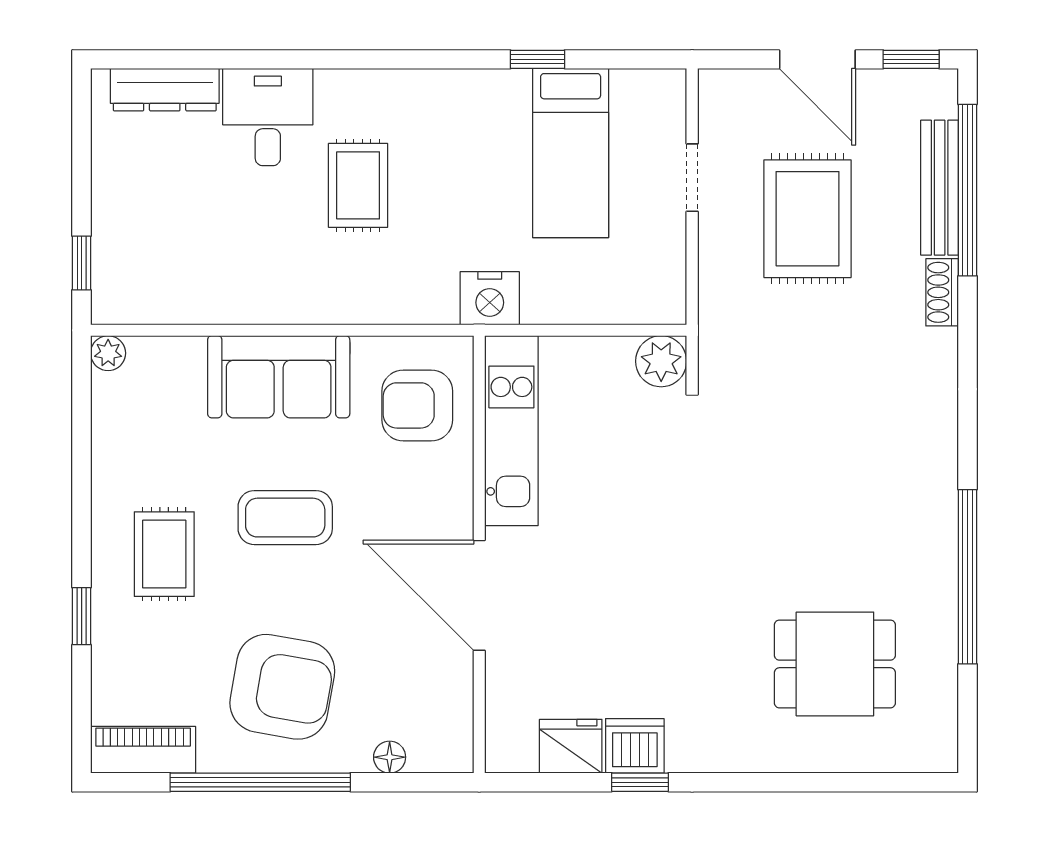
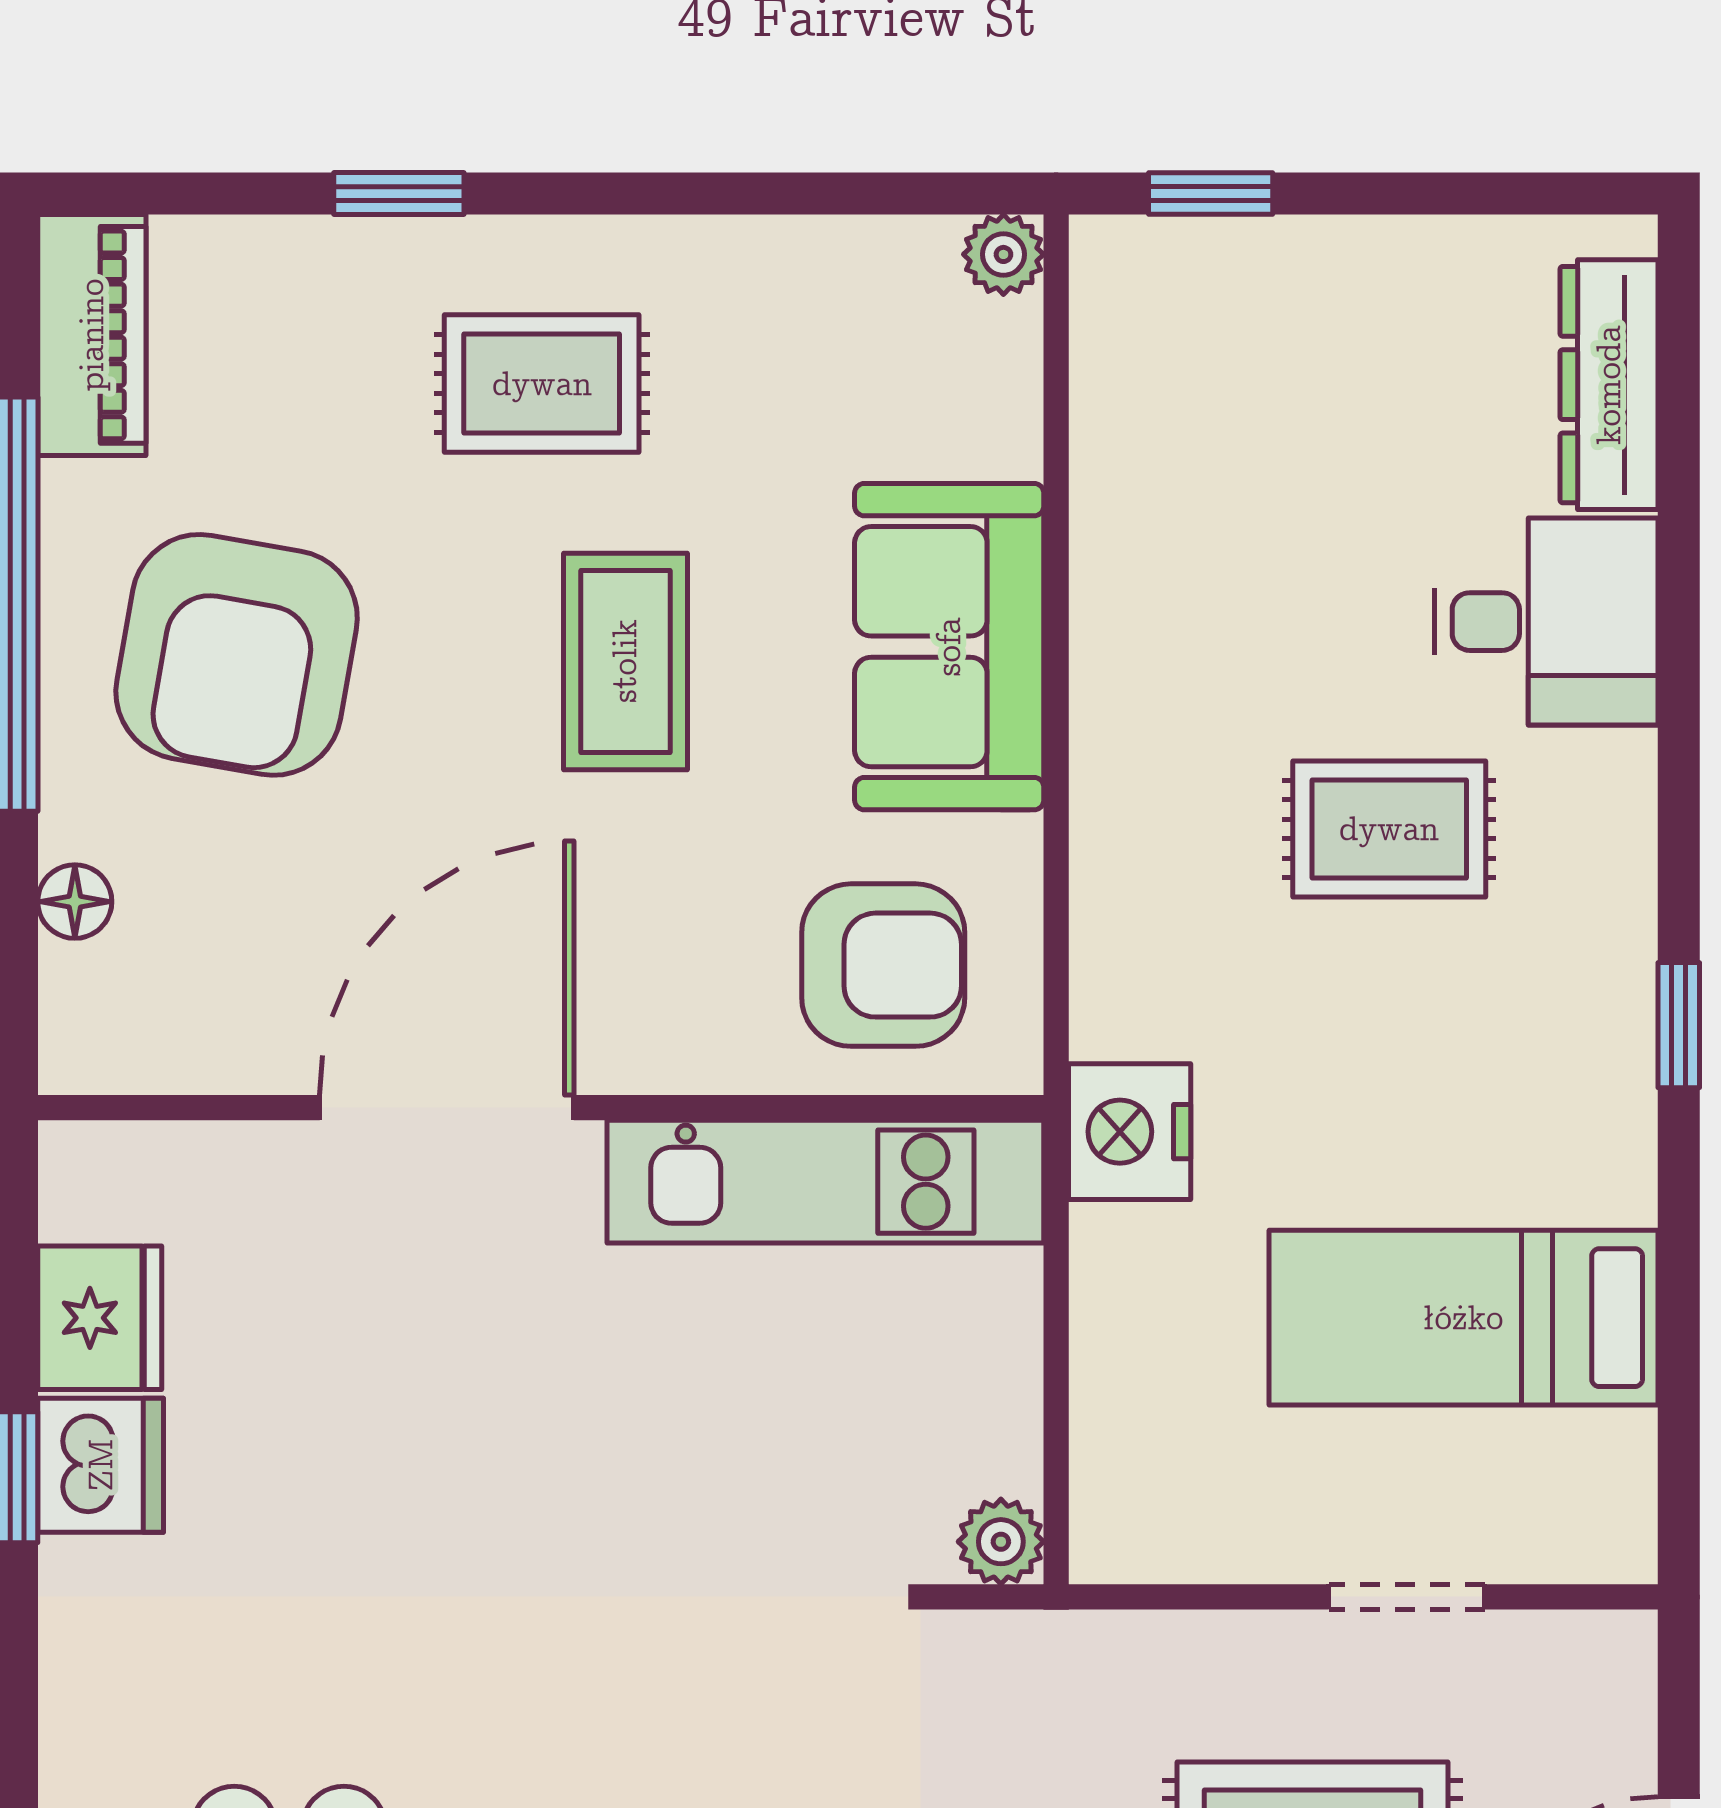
window: (538, 59) -> (1679, 1025), moved
plant: (661, 361) -> (1001, 1542), width x0.73, depth x0.73
armchair: (417, 405) -> (883, 965), turned 90

